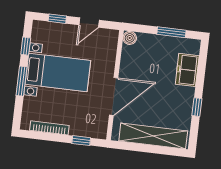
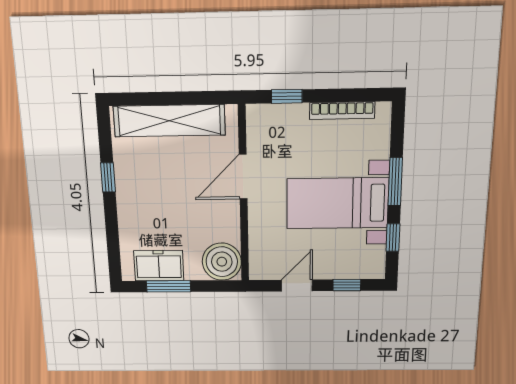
boiler: (130, 38) -> (222, 262), width x1.86, depth x1.86
freezer: (187, 70) -> (159, 266), moved, turned -90
door: (114, 96) -> (243, 177), width x0.73

